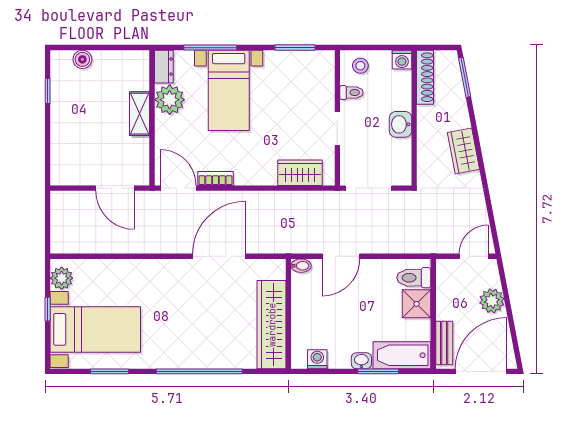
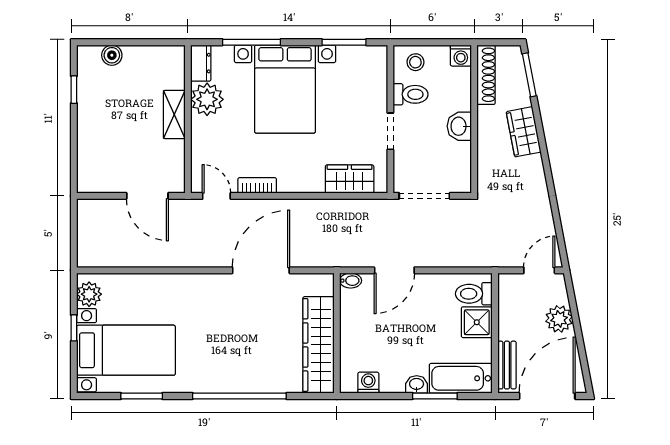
bed with nightstands: (229, 90) -> (285, 89), width x1.36
toilet: (351, 93) -> (411, 94), width x1.37, depth x1.39
wardrobe: (463, 151) -> (524, 132), moved
door: (178, 188) -> (216, 196), width x0.73

